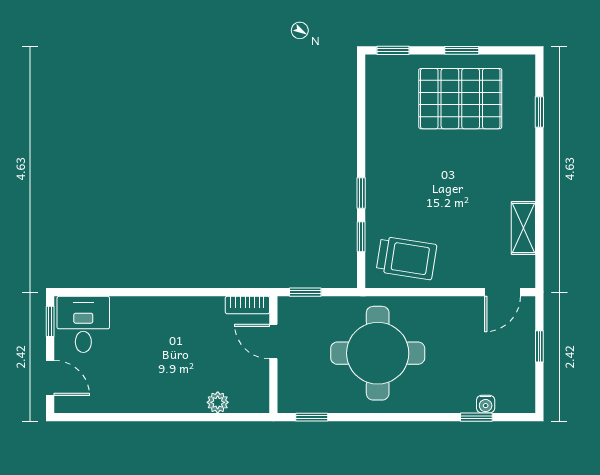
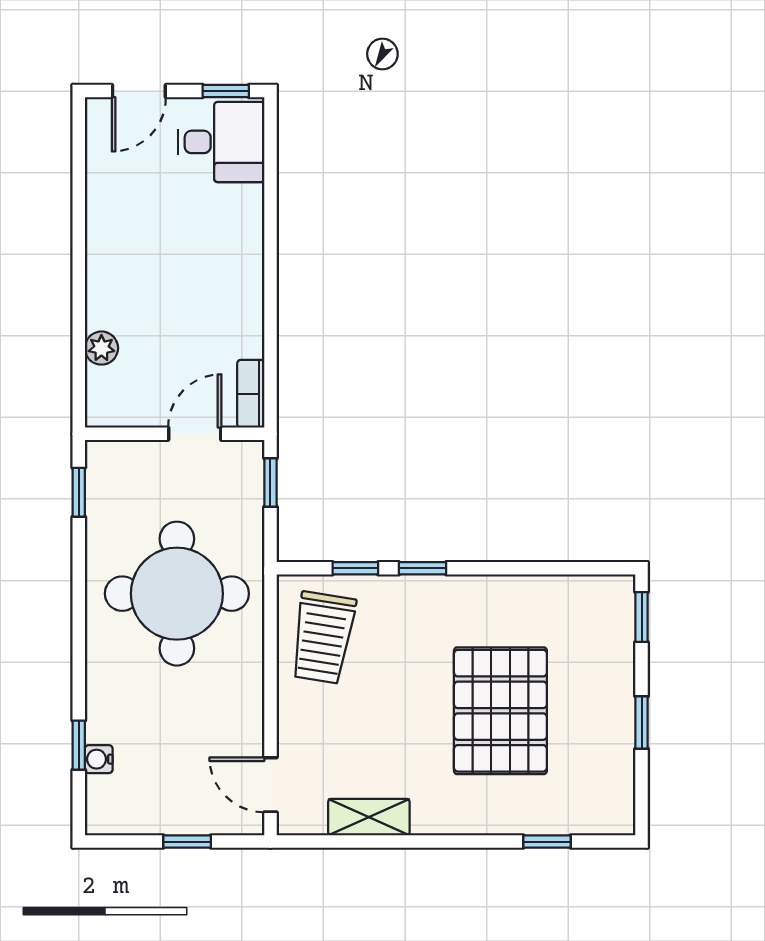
pallet: (460, 99) -> (500, 711), moved

